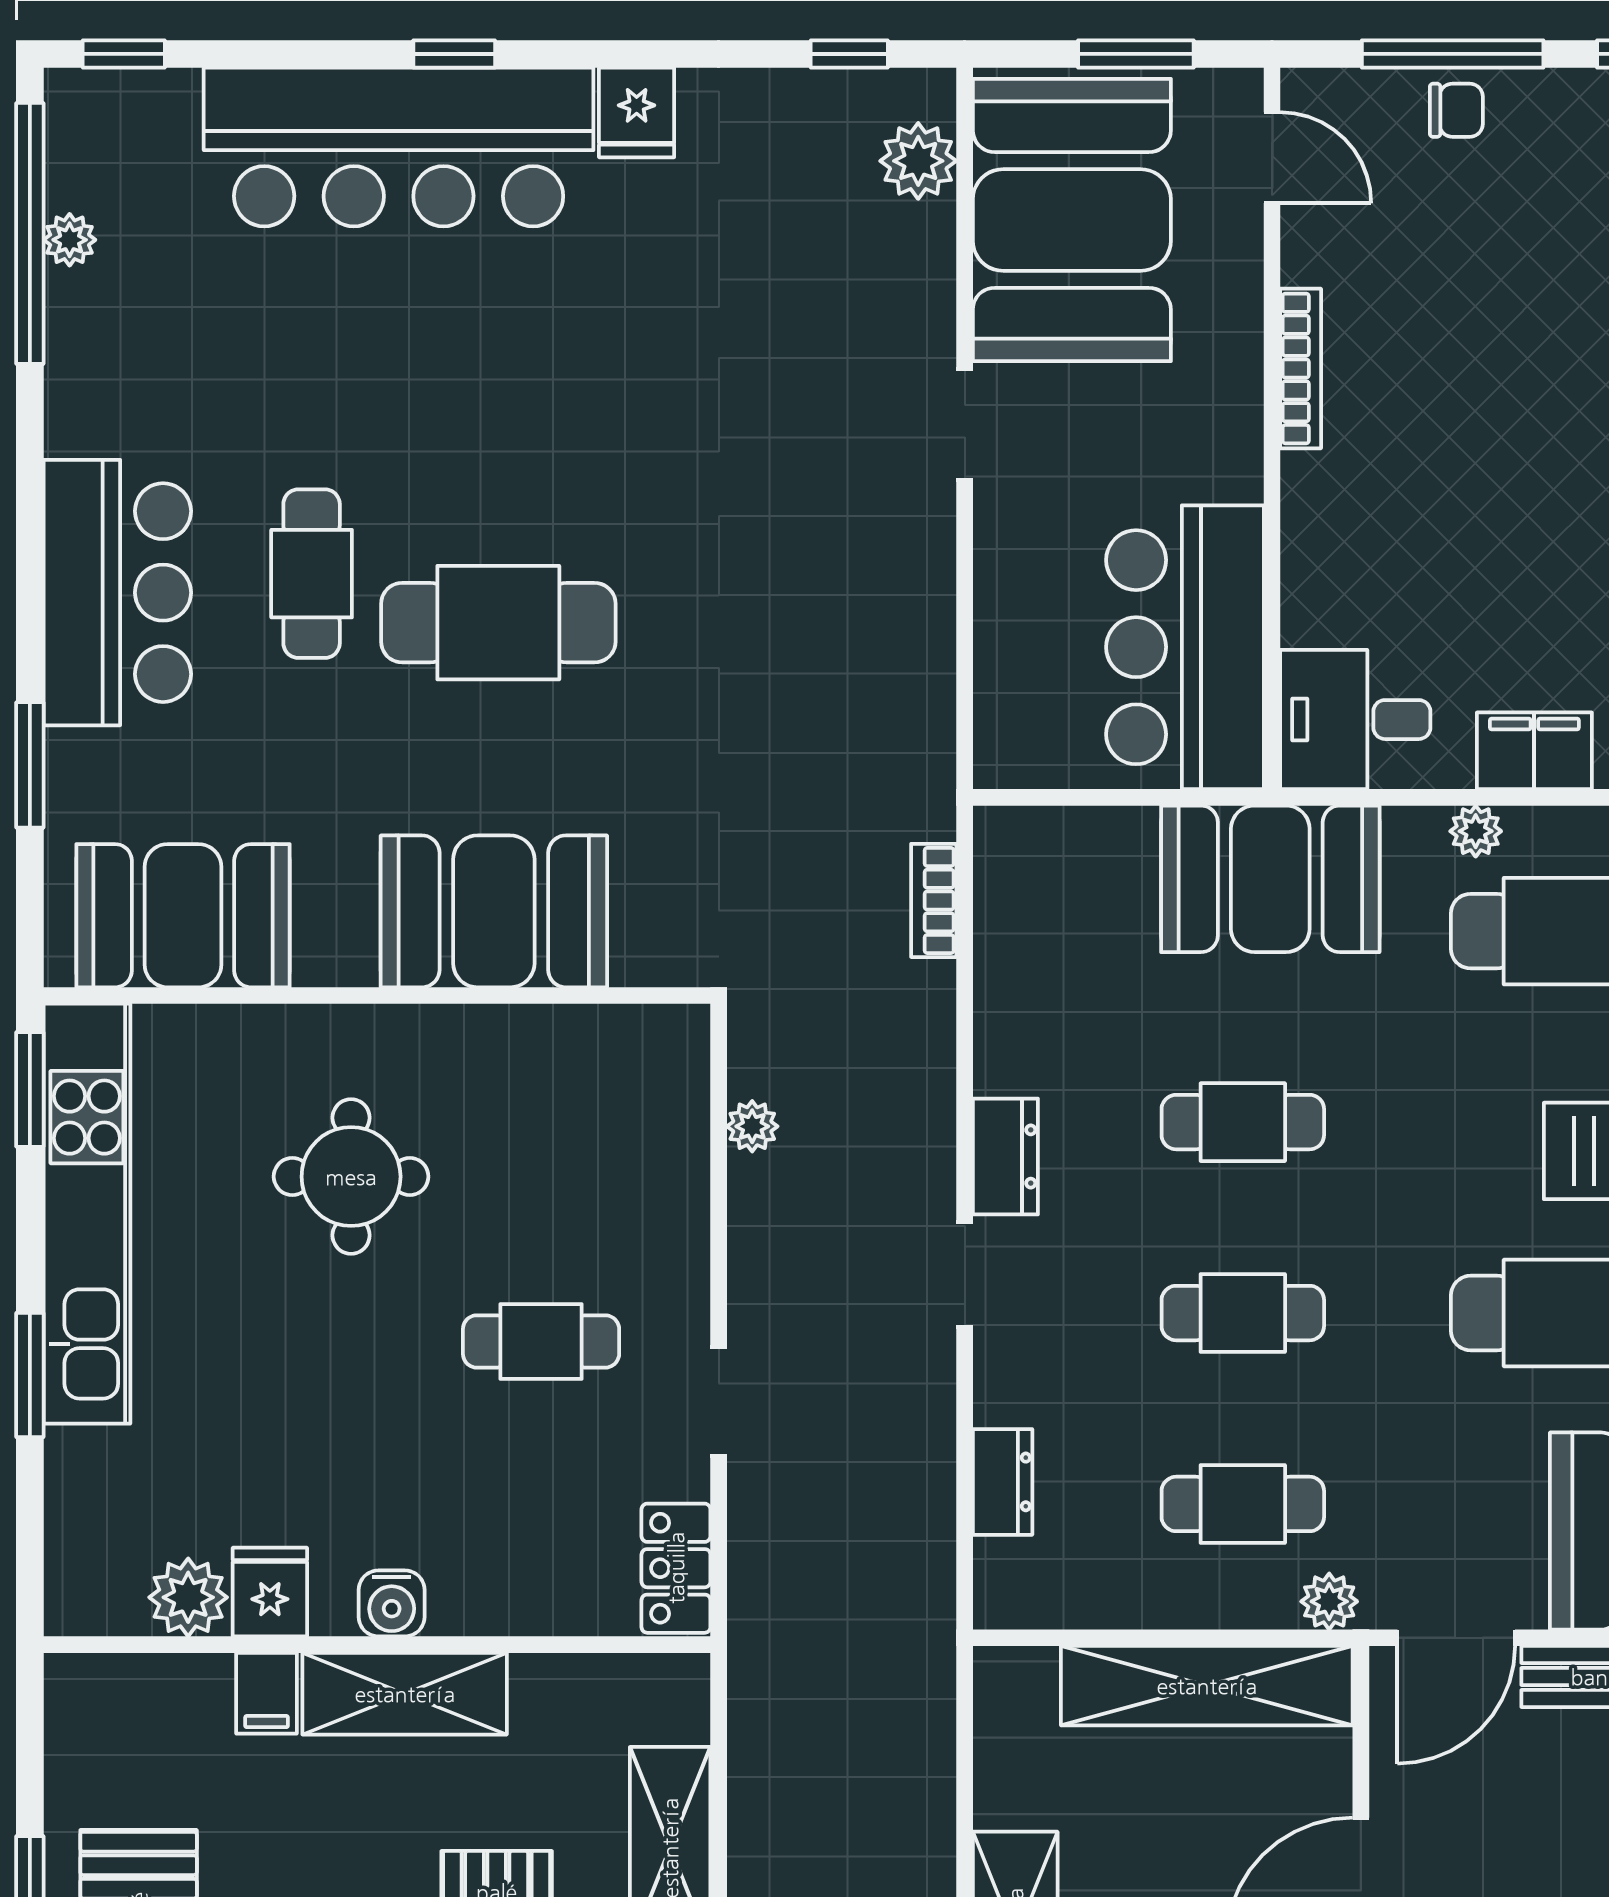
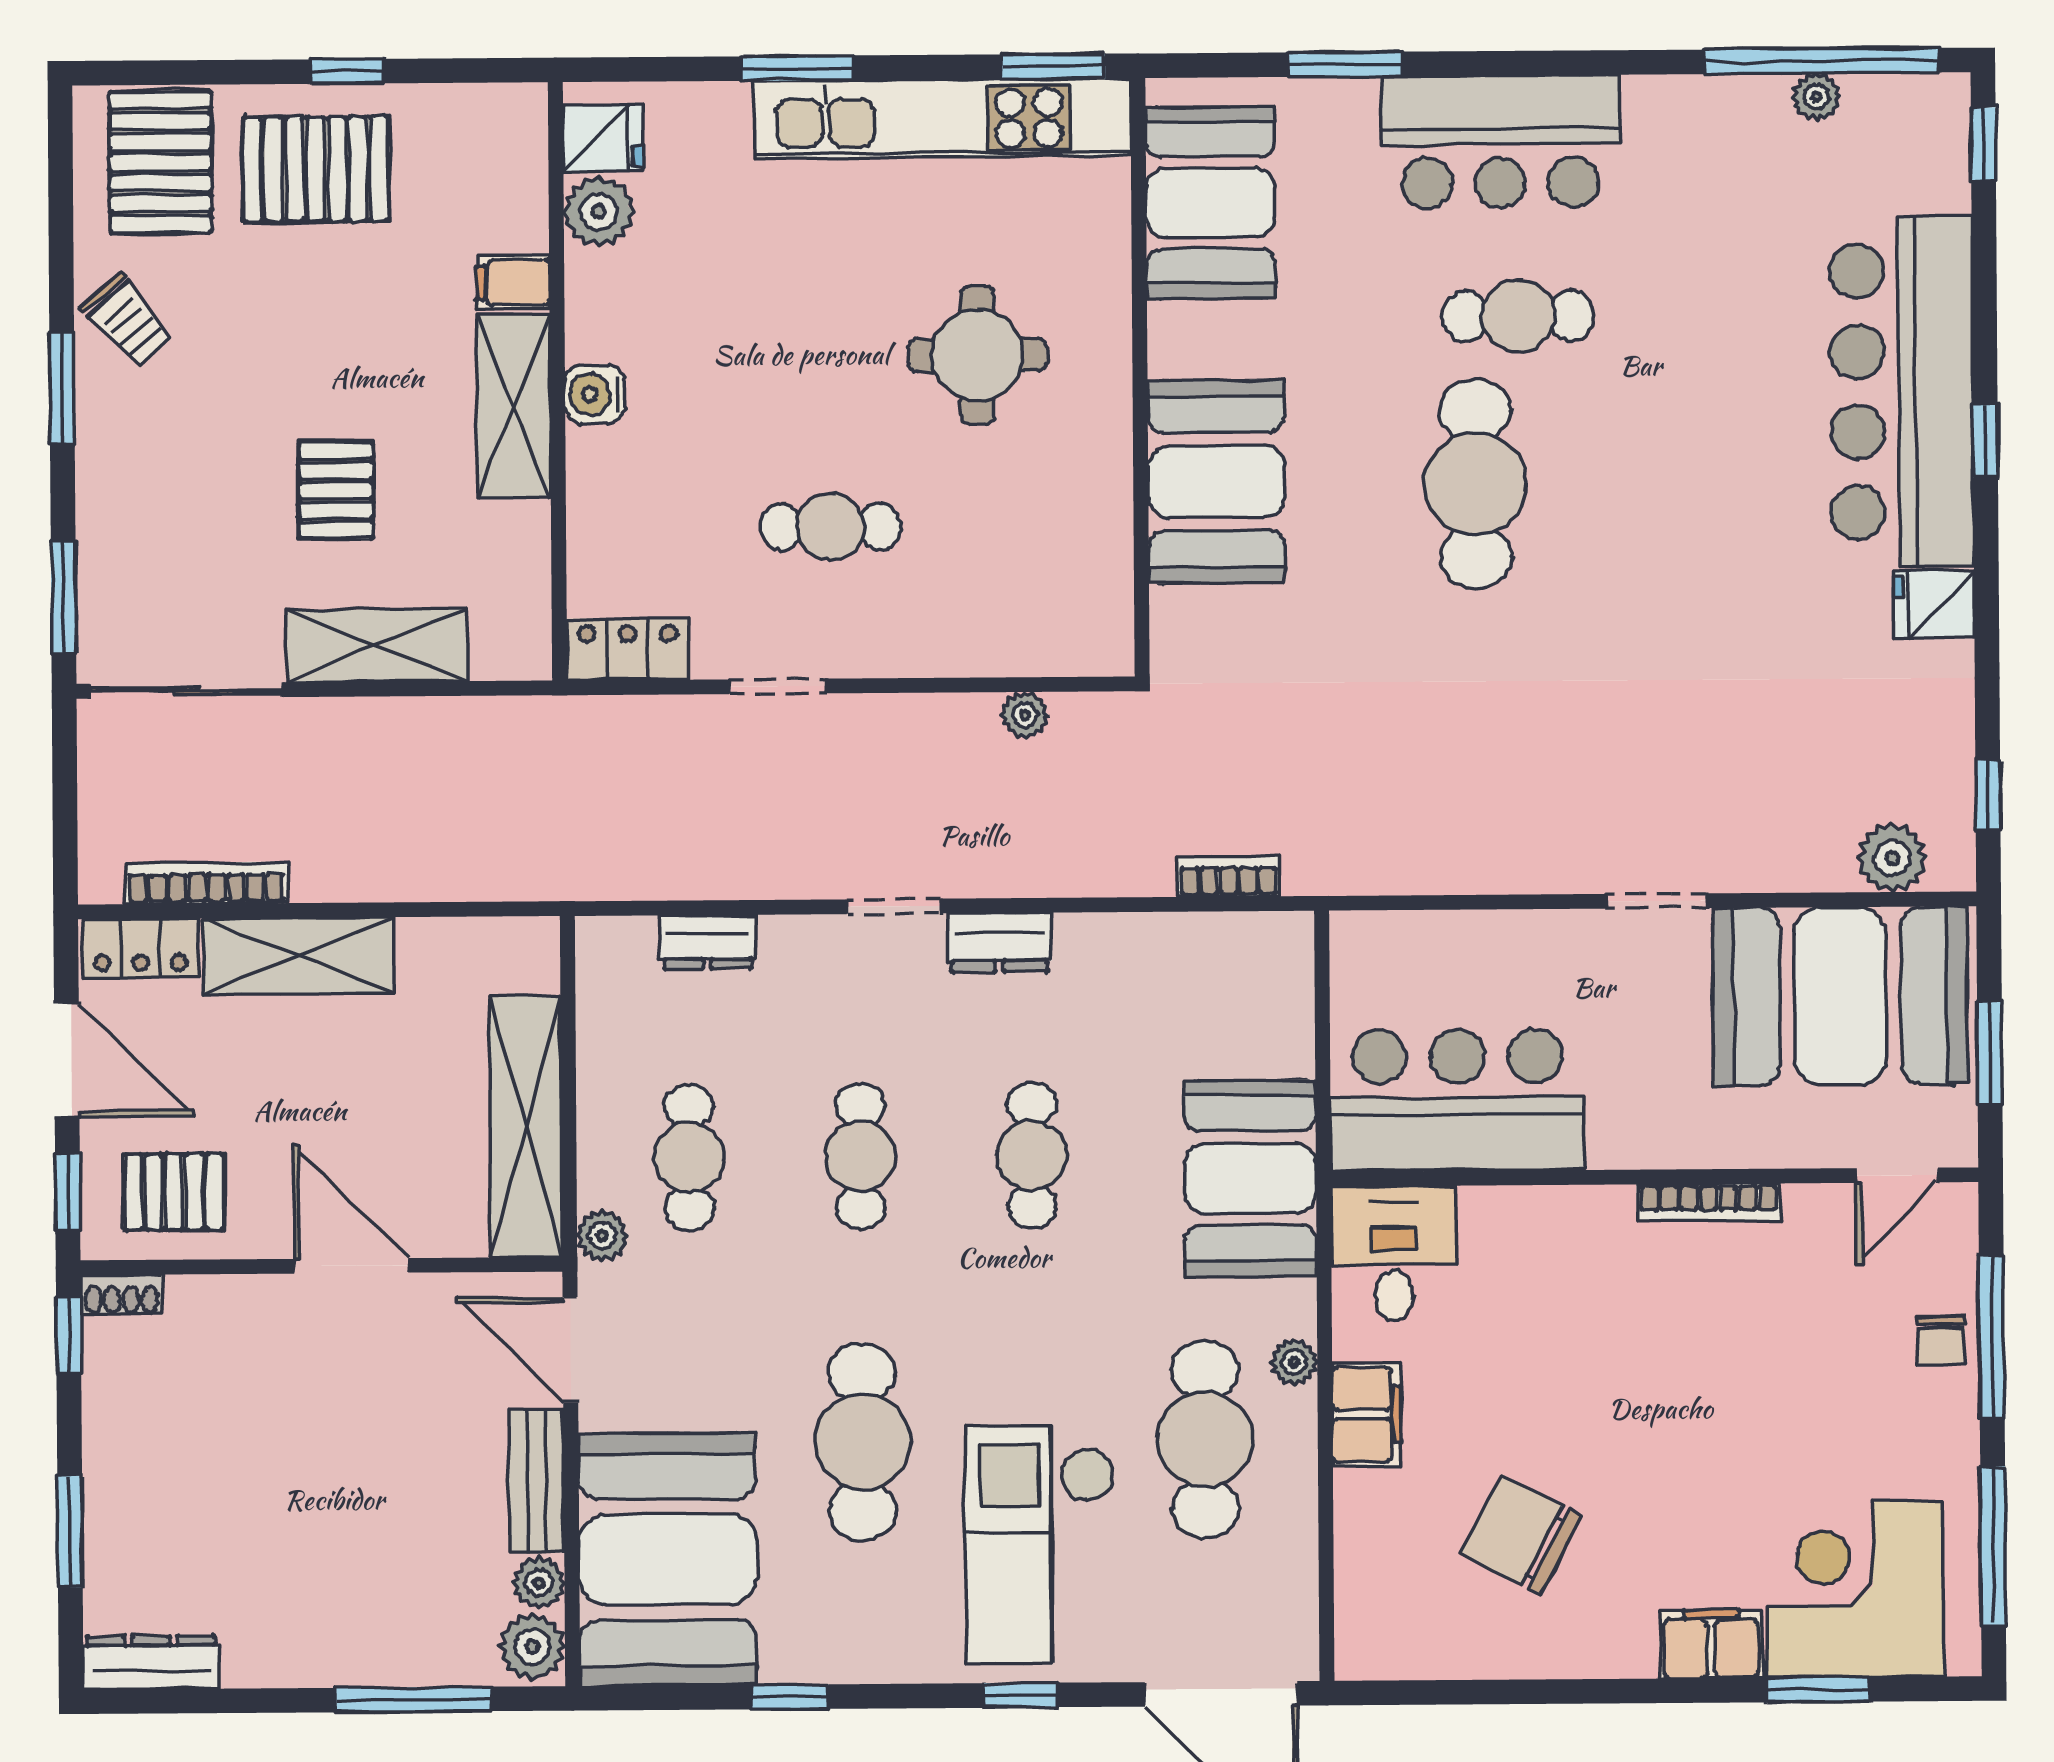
cafe table: (541, 1341) -> (831, 527), turned 90
fridge: (270, 1592) -> (603, 138), moved

